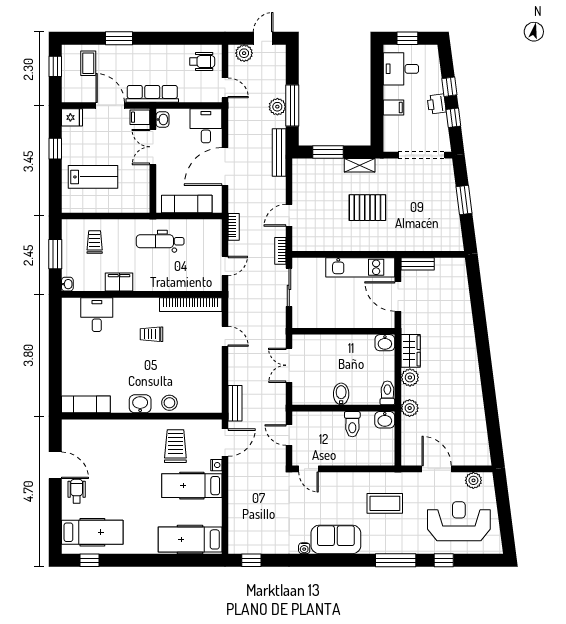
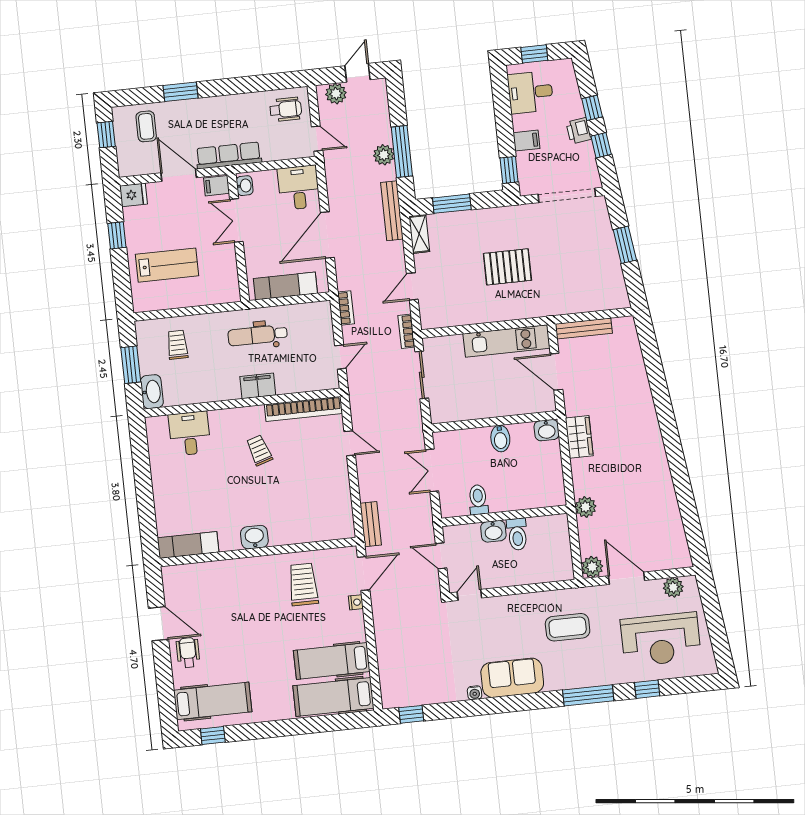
window: (377, 130) -> (509, 170), added
shelving: (360, 165) -> (419, 234), moved, turned 90
bench: (418, 264) -> (584, 328), width x1.36
filing cabinet: (119, 282) -> (258, 386), moved
washbasin: (67, 284) -> (152, 392), width x1.91, depth x1.45
trolley: (152, 334) -> (259, 450), turned 72
plant: (410, 377) -> (592, 567), moved
toilet: (387, 393) -> (478, 500), moved
bidet: (341, 394) -> (500, 438), moved, turned 180
stool: (169, 403) -> (290, 532), removed
washbasin: (385, 420) -> (493, 531), moved
door: (308, 469) -> (469, 595), swing flipped
hospital bed: (192, 486) -> (332, 661), moved
reception desk: (459, 521) -> (661, 639), turned 180

